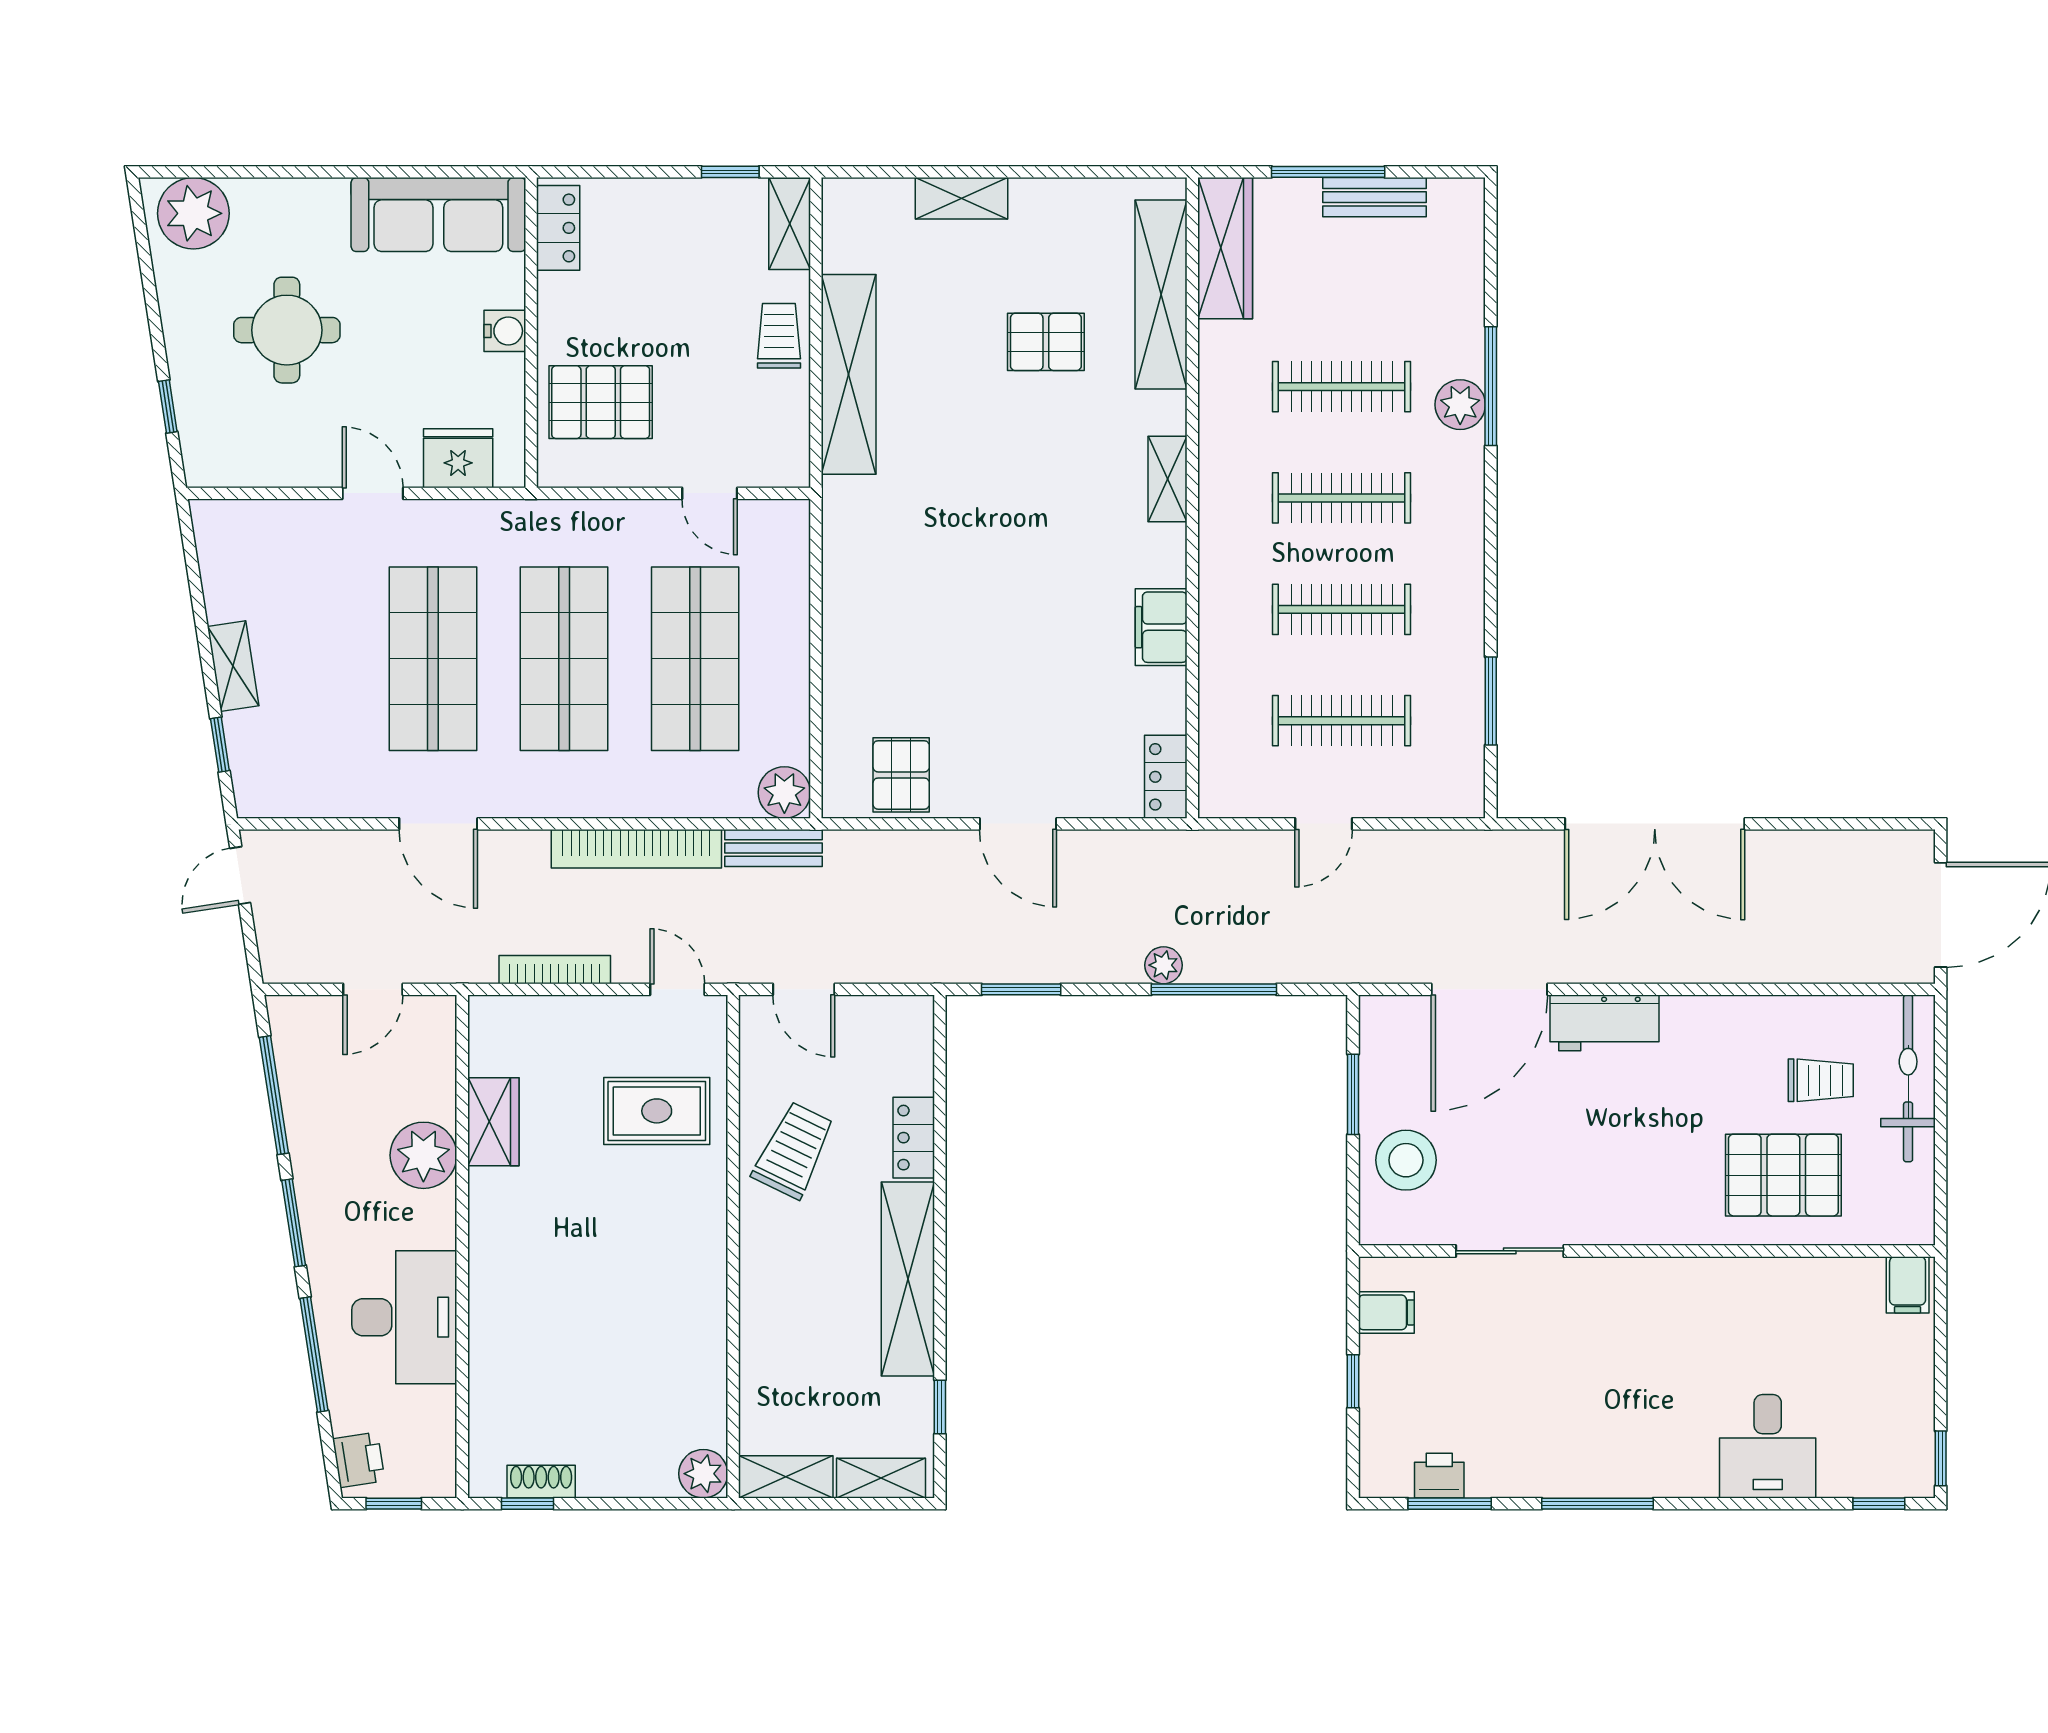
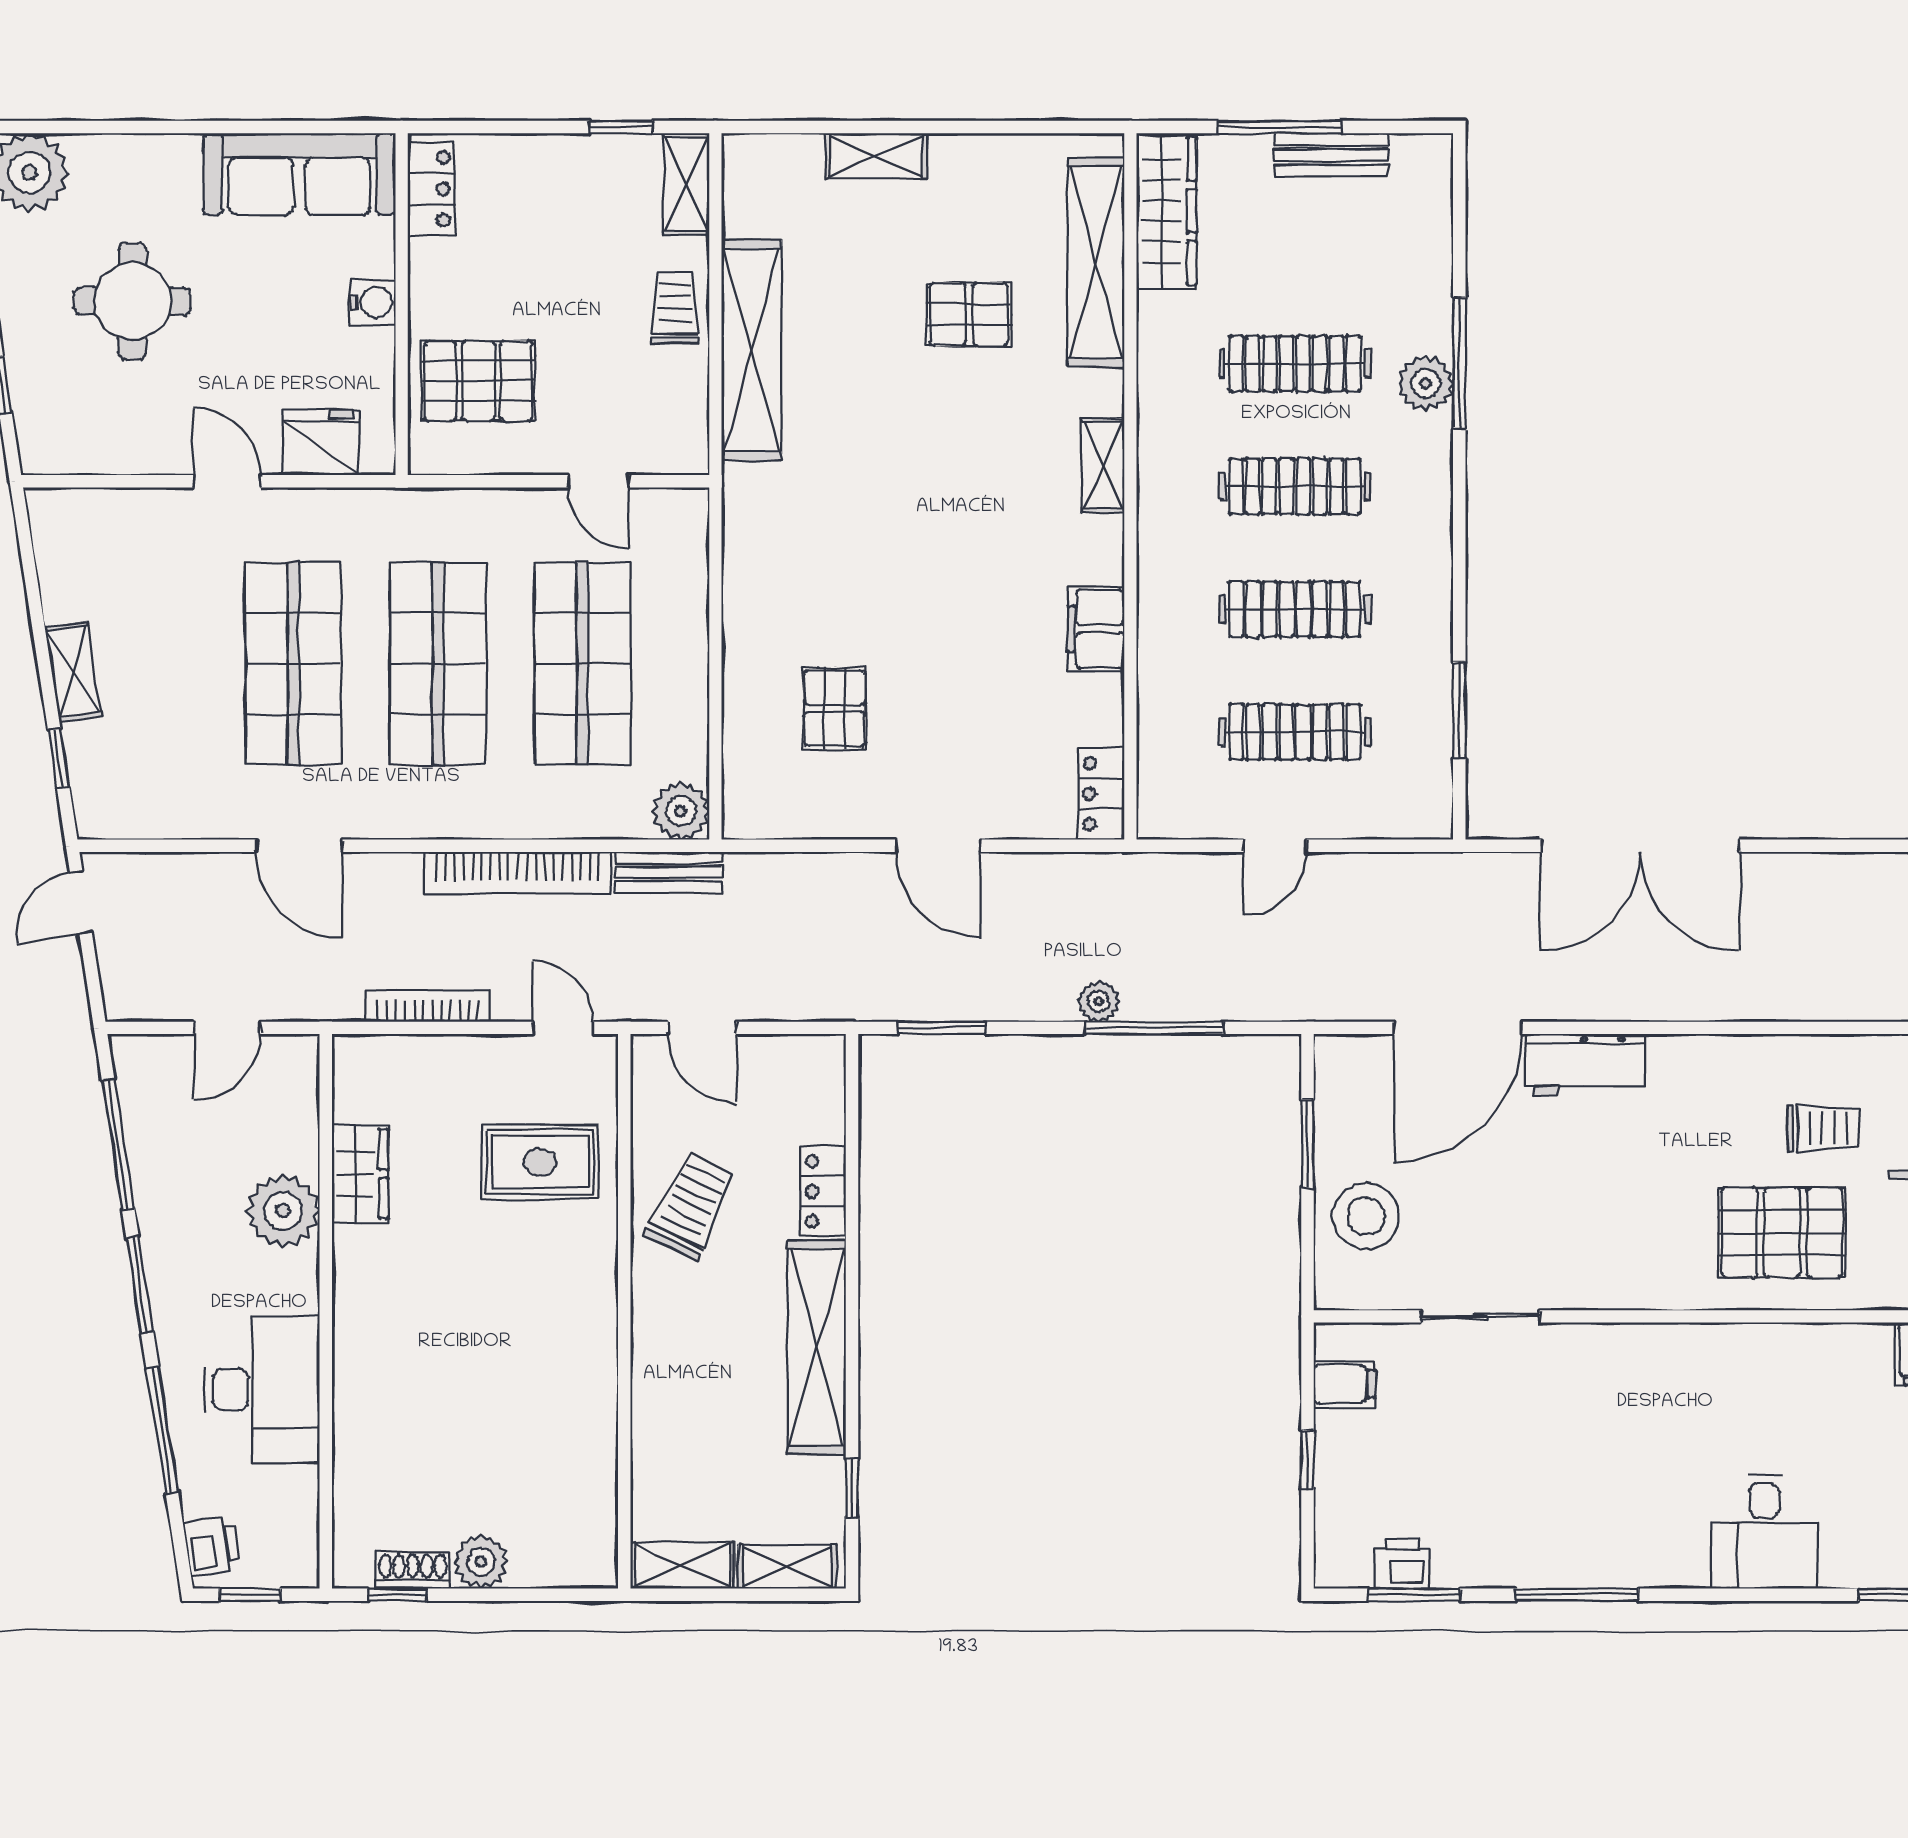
pallet: (901, 775) -> (835, 708), moved
plant: (703, 1474) -> (481, 1562), moved

